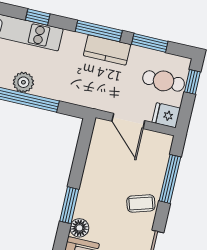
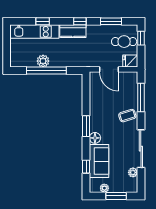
window: (99, 31) -> (80, 21), width x0.46
kitchen counter: (107, 50) -> (73, 31), moved

